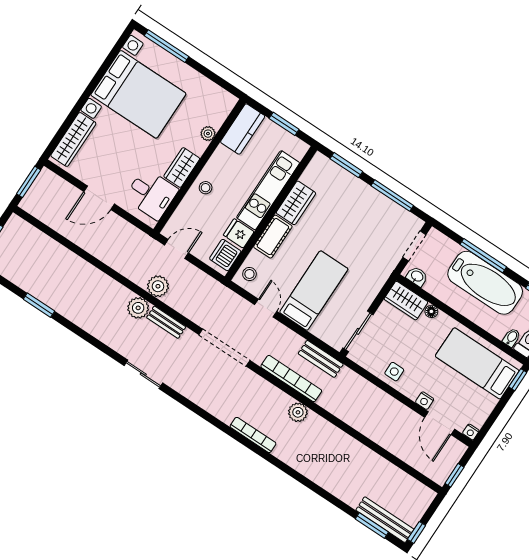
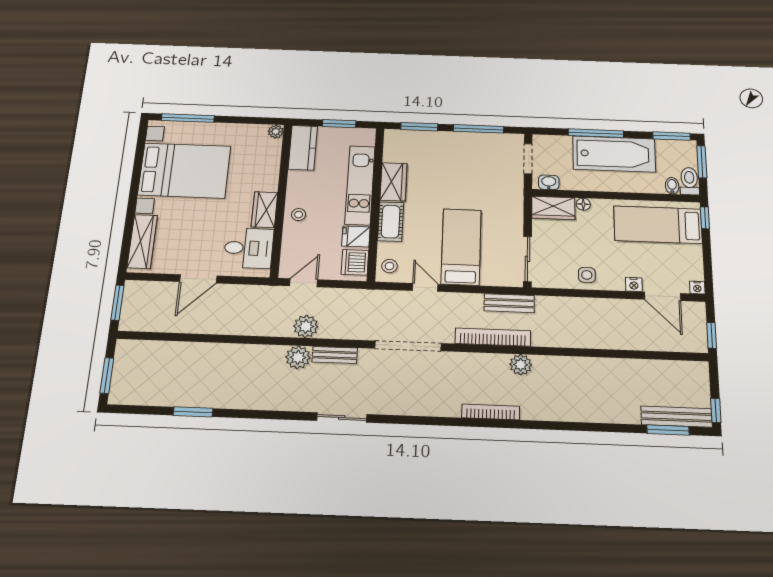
plant: (208, 134) -> (276, 132), moved

